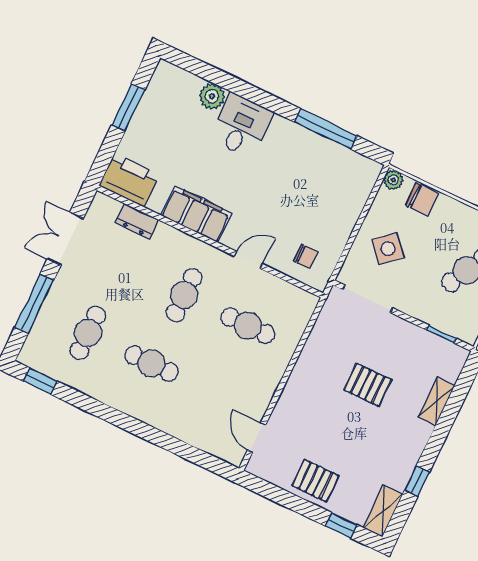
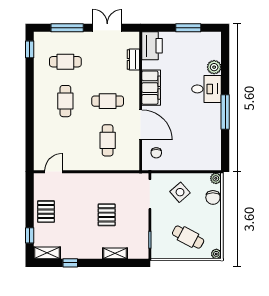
window: (326, 129) -> (225, 112), moved
door: (248, 260) -> (141, 125), width x1.87

